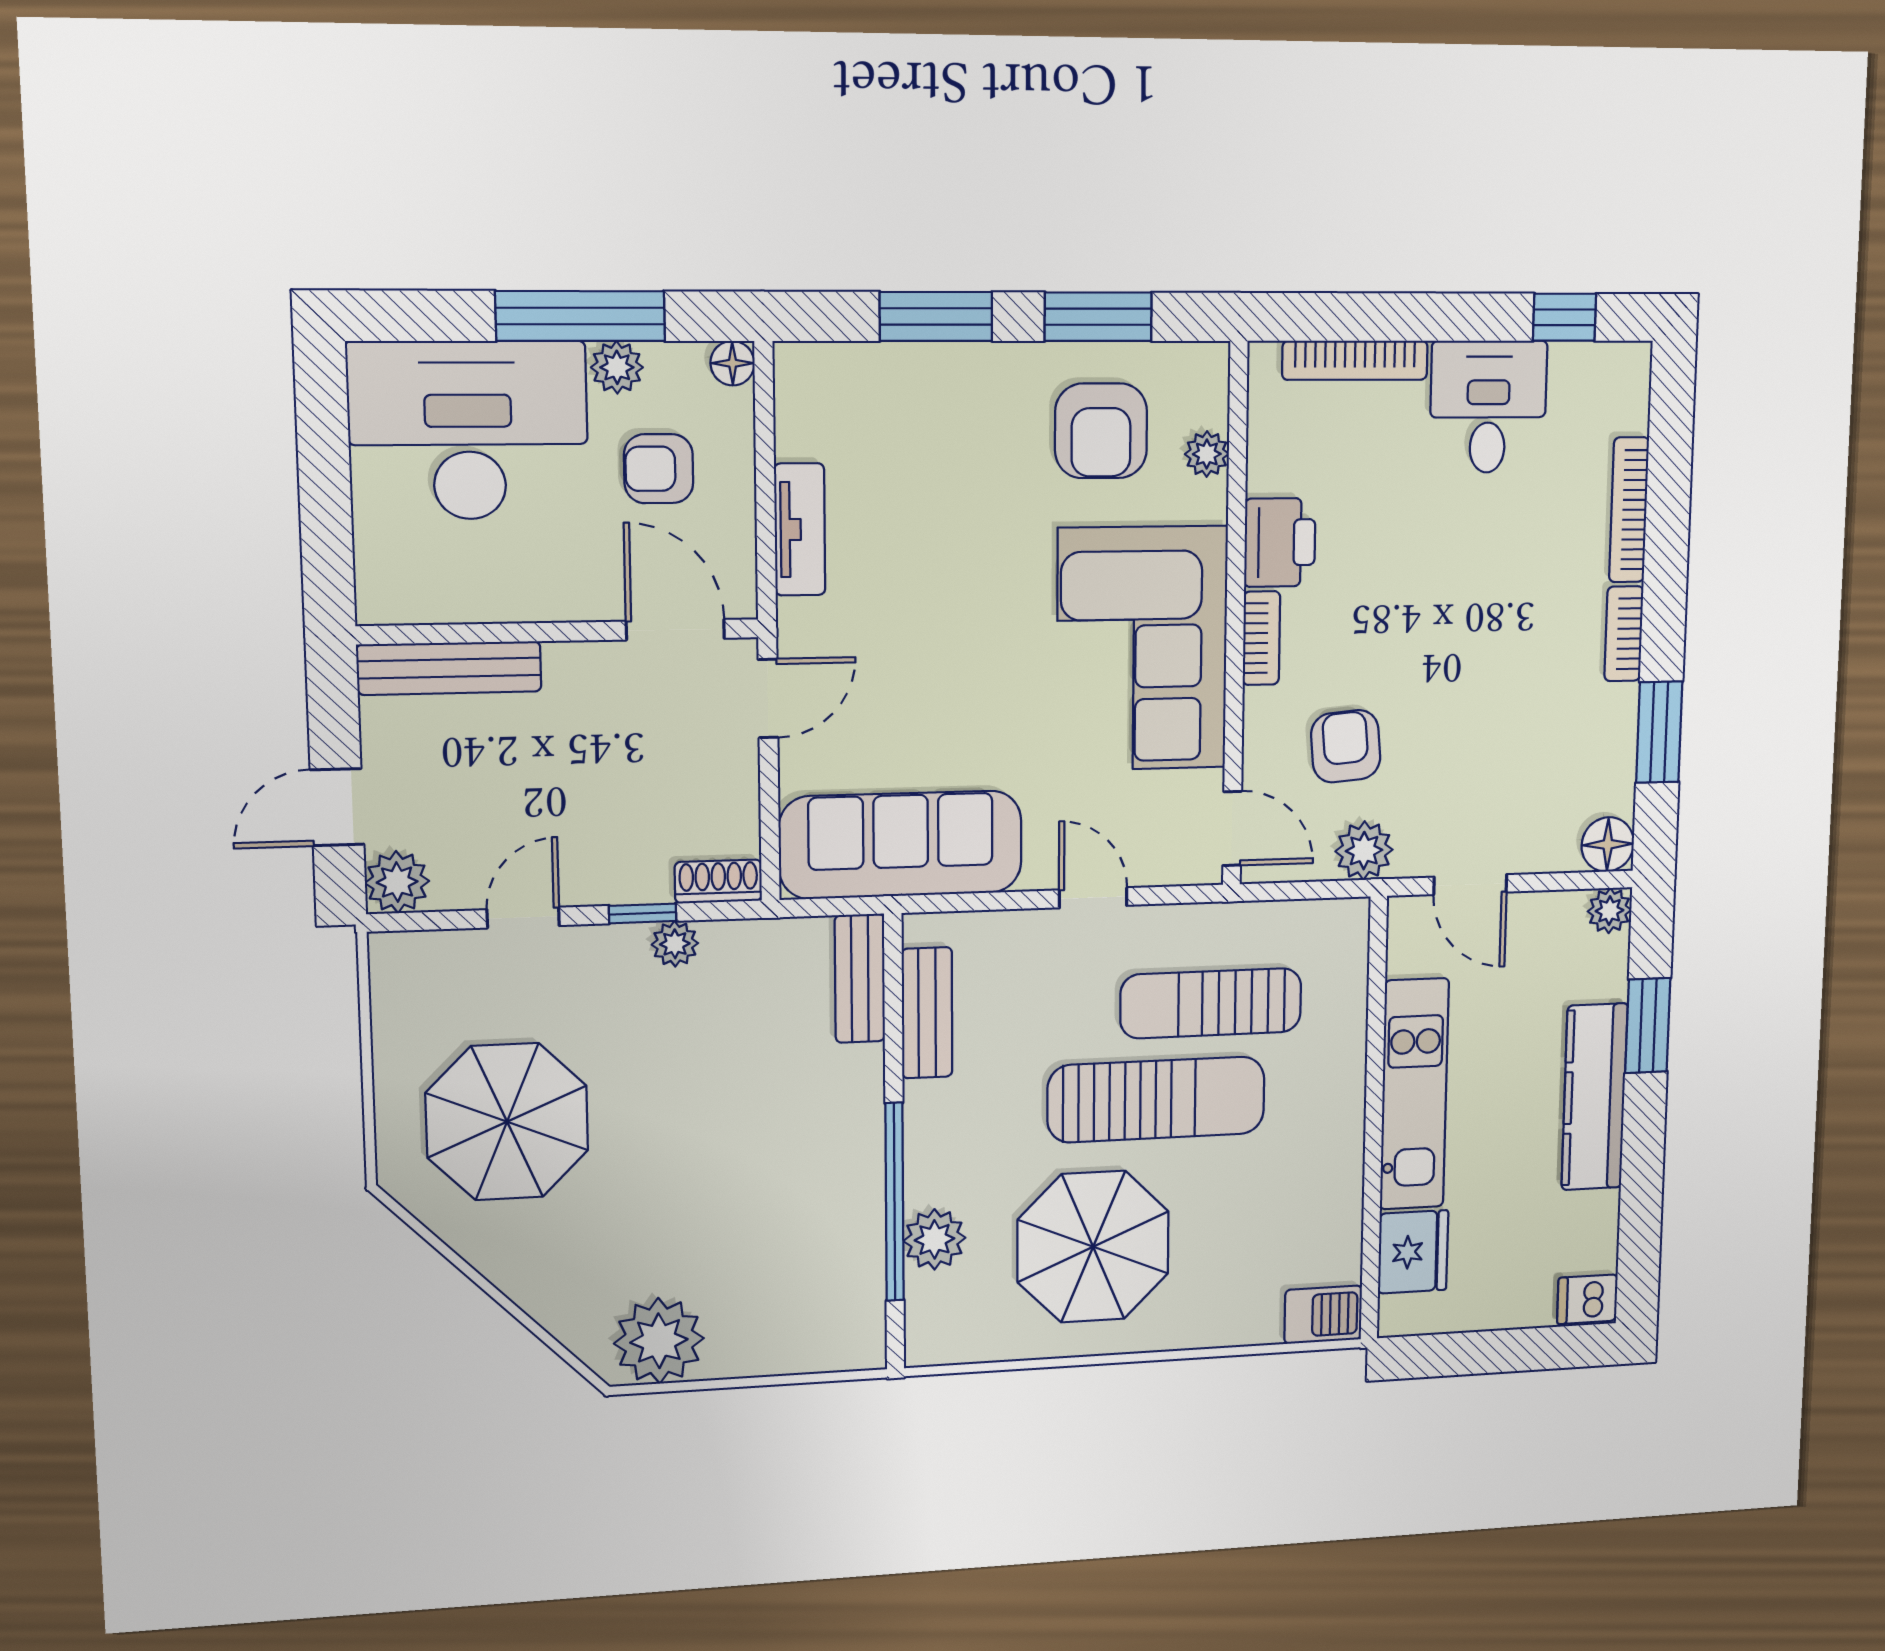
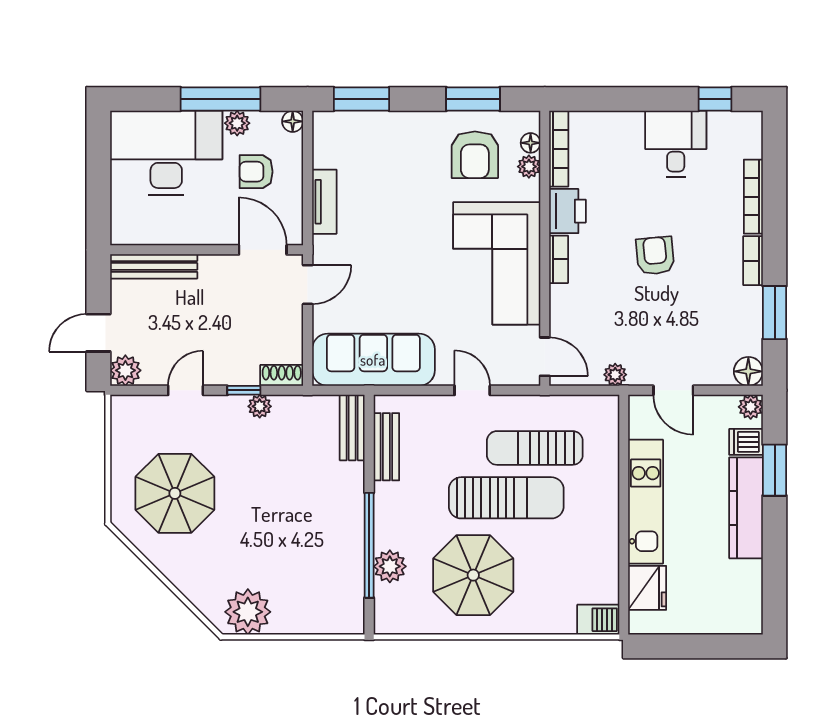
window: (936, 316) -> (361, 99), moved
bookcase: (1355, 360) -> (559, 149), moved, turned -90
floor lamp: (1210, 406) -> (531, 143), added
armchair: (1346, 746) -> (655, 256), moved
plant: (1364, 851) -> (615, 375), width x0.73, depth x0.73
dishwasher: (1587, 1299) -> (746, 442), moved

